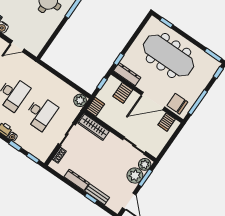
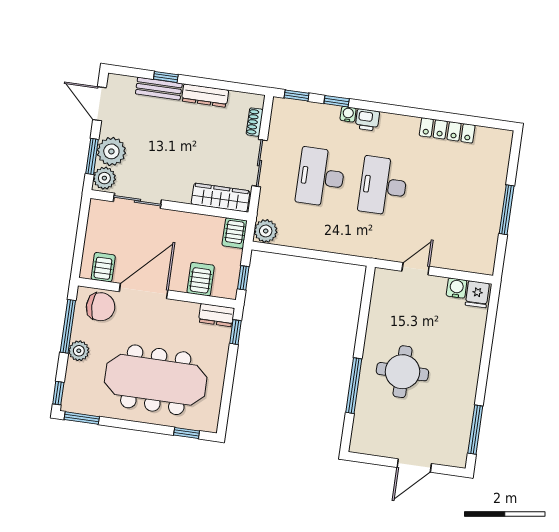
dresser: (127, 74) -> (217, 315), width x0.70
plant: (198, 88) -> (79, 351), added

